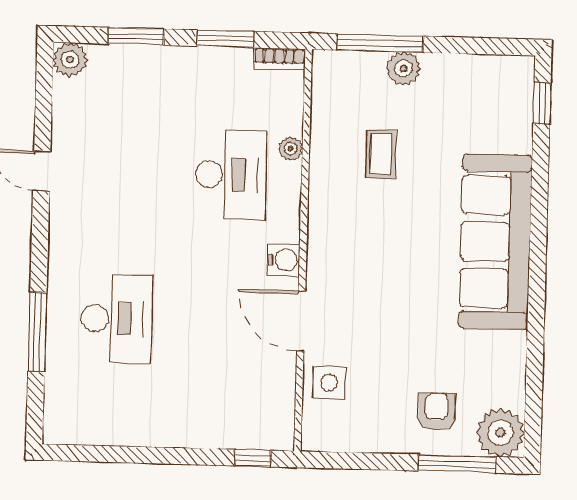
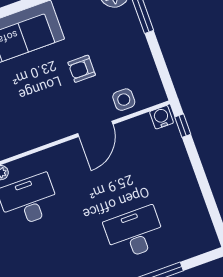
water cooler: (284, 260) -> (162, 117), moved
armchair: (437, 411) -> (82, 69), moved

